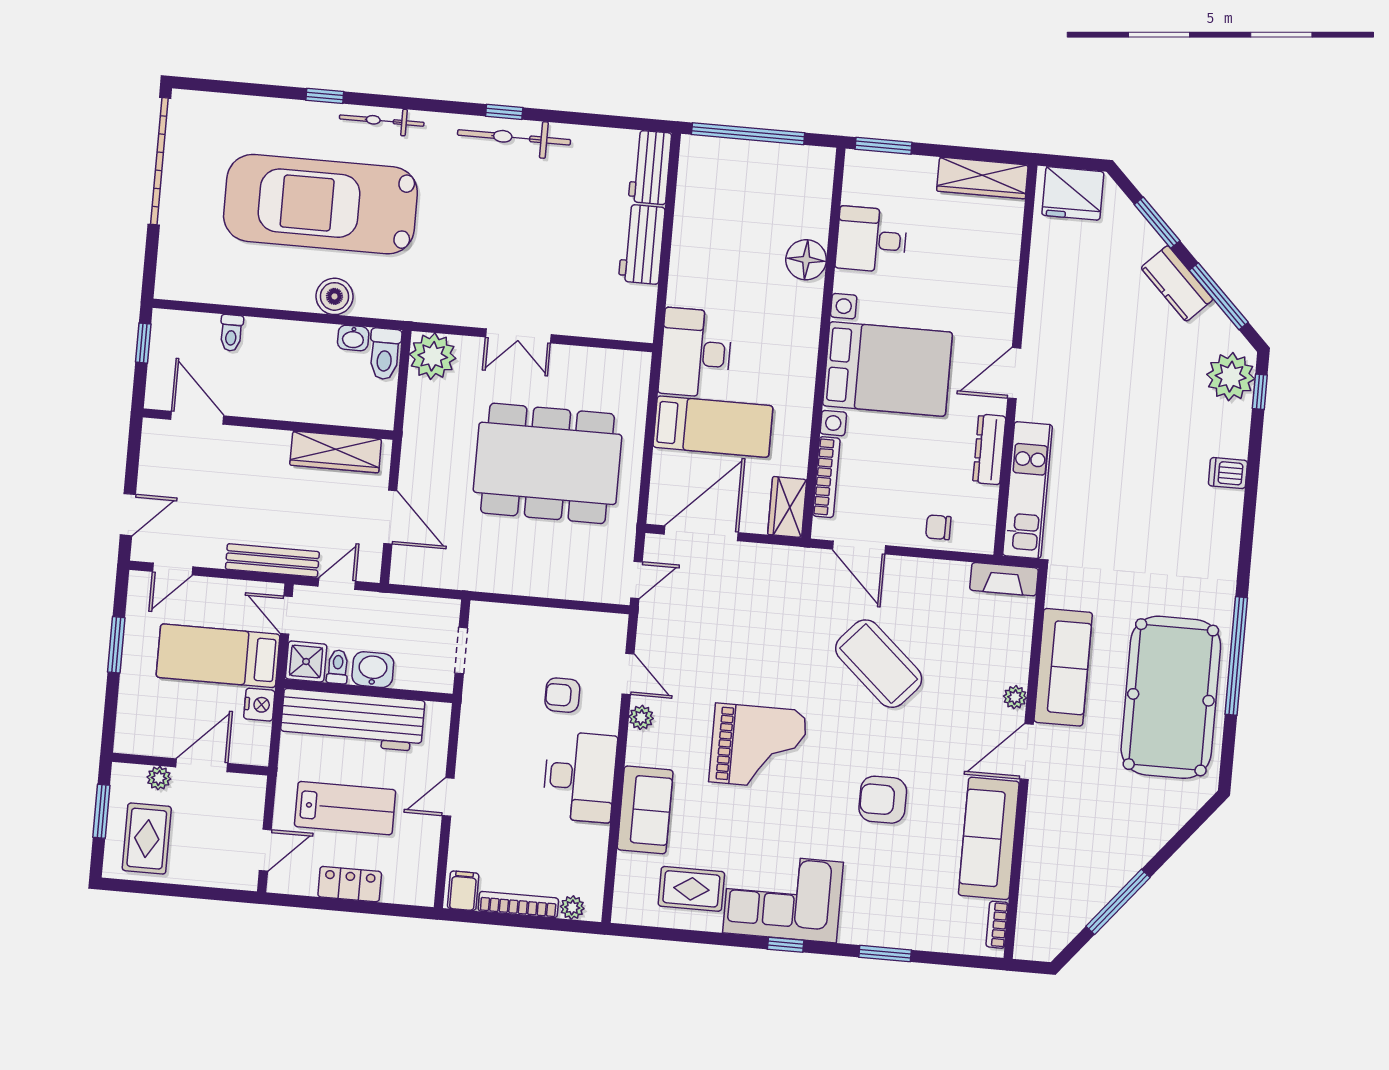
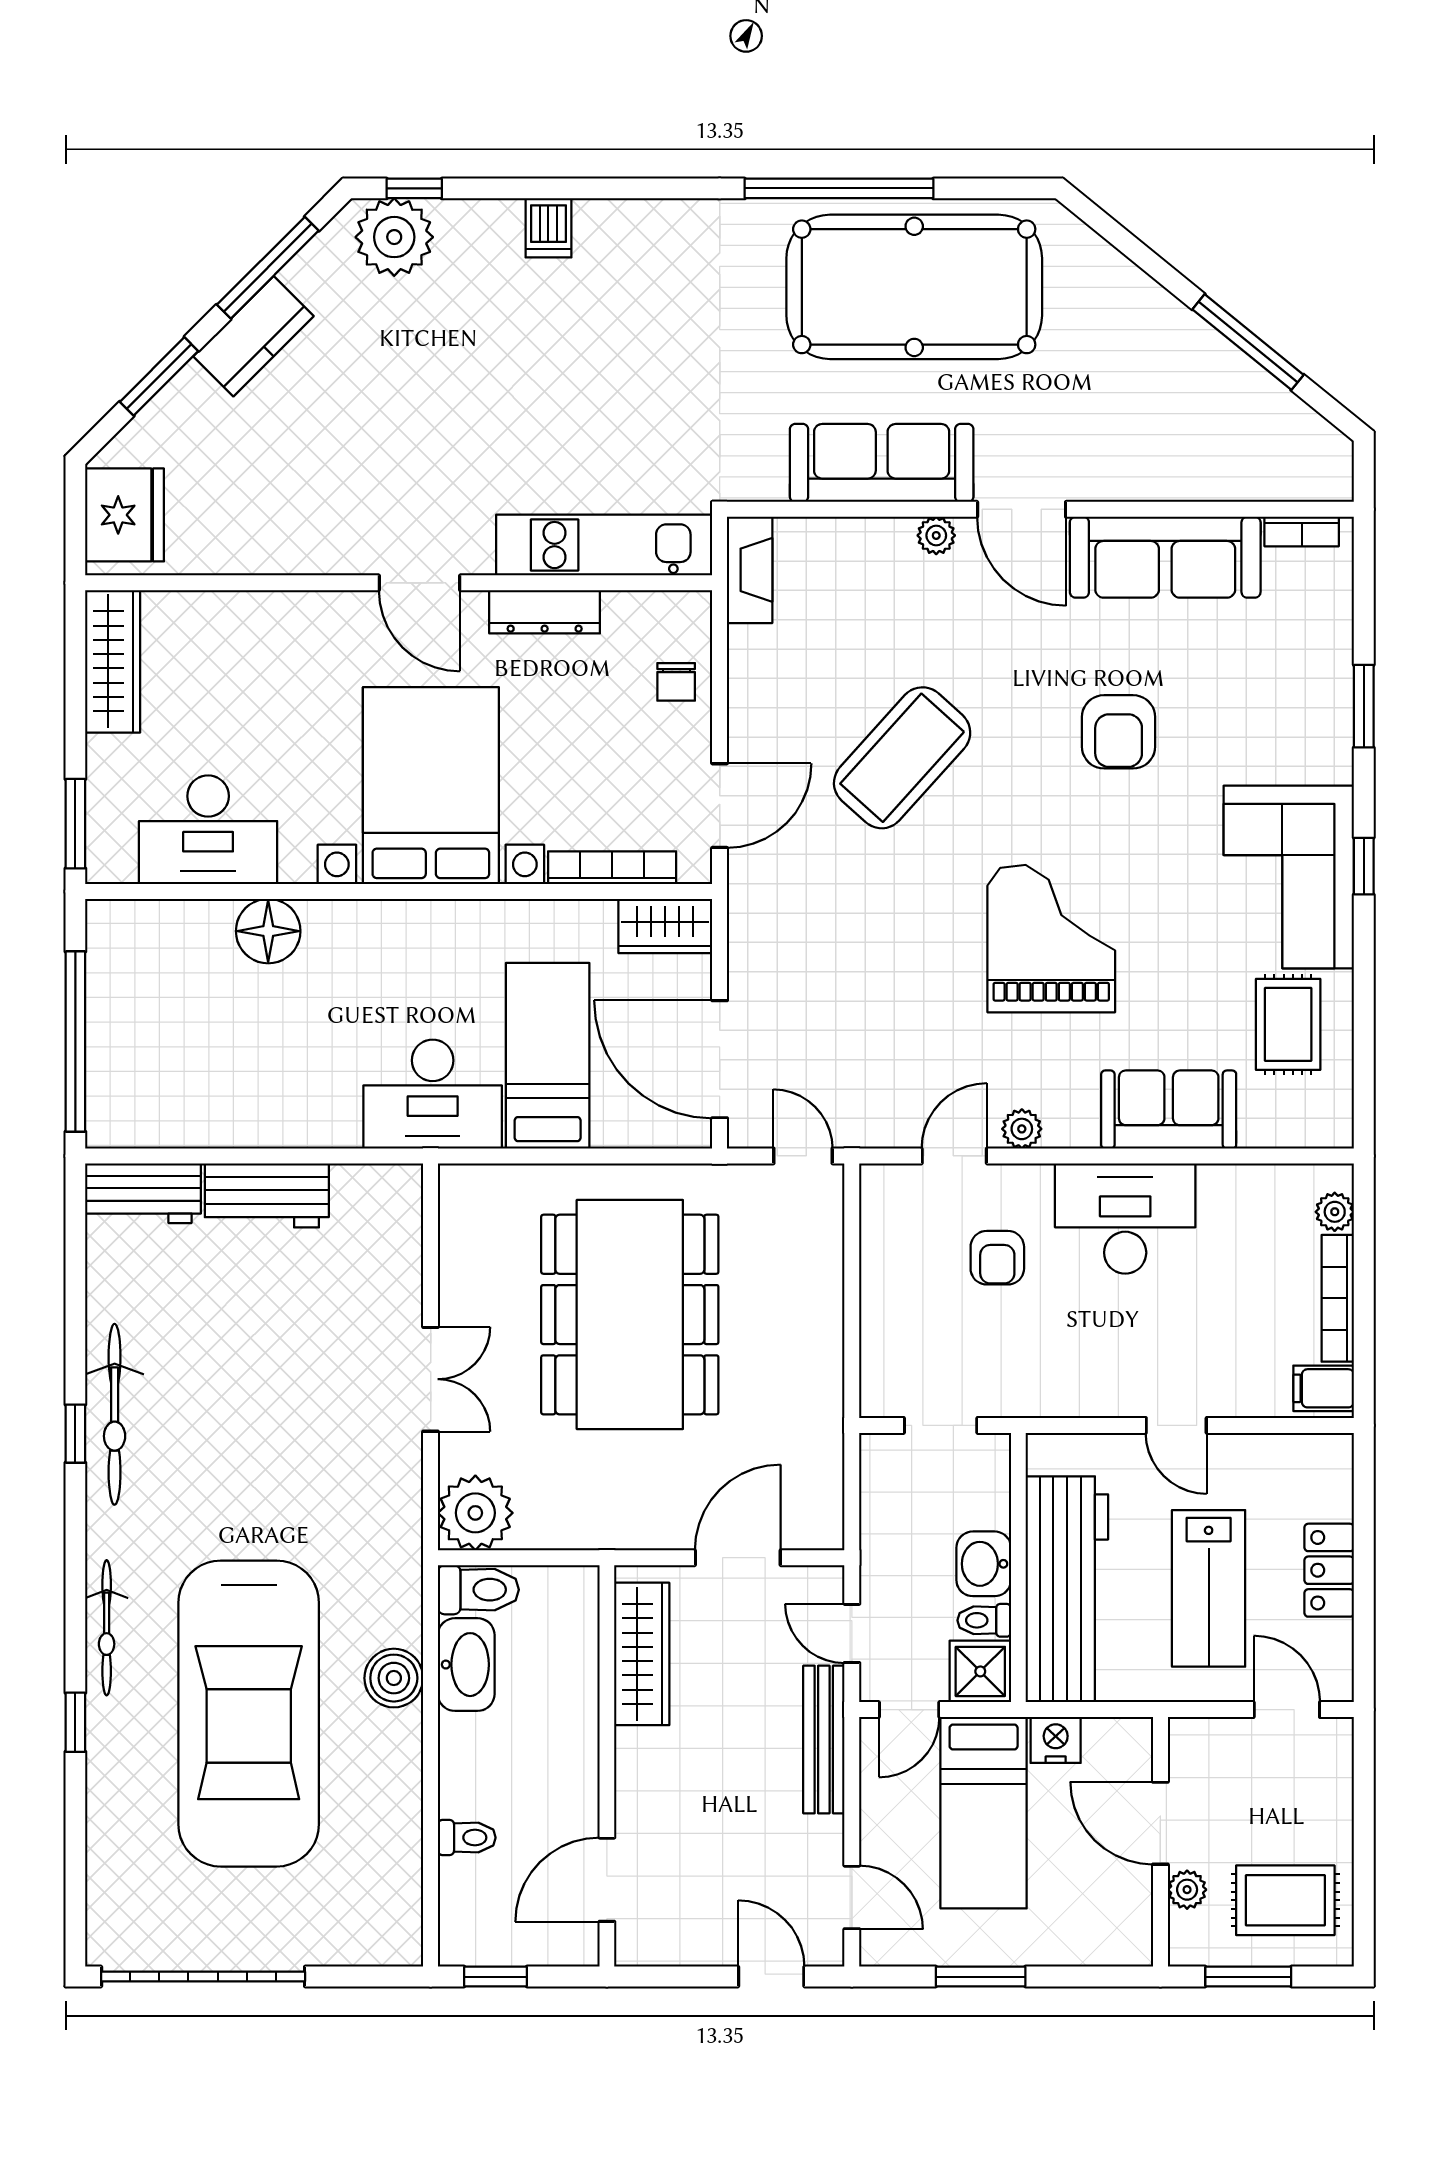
desk: (871, 240) -> (208, 830), width x1.37
washbasin: (353, 338) -> (466, 1665), width x1.91, depth x1.45
lab bench: (345, 808) -> (1209, 1588), turned 180

